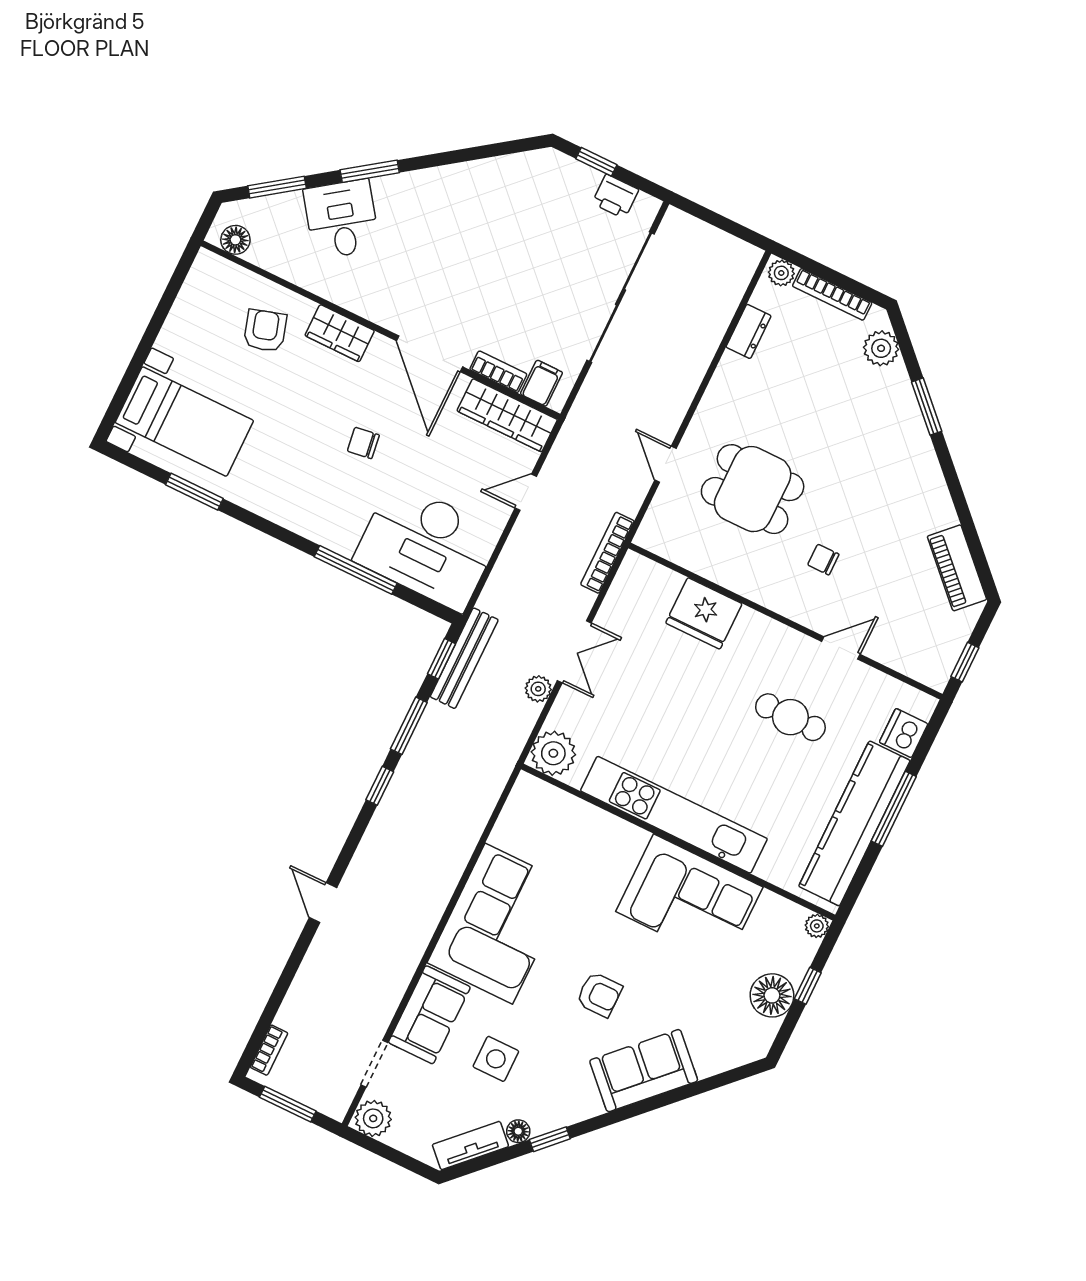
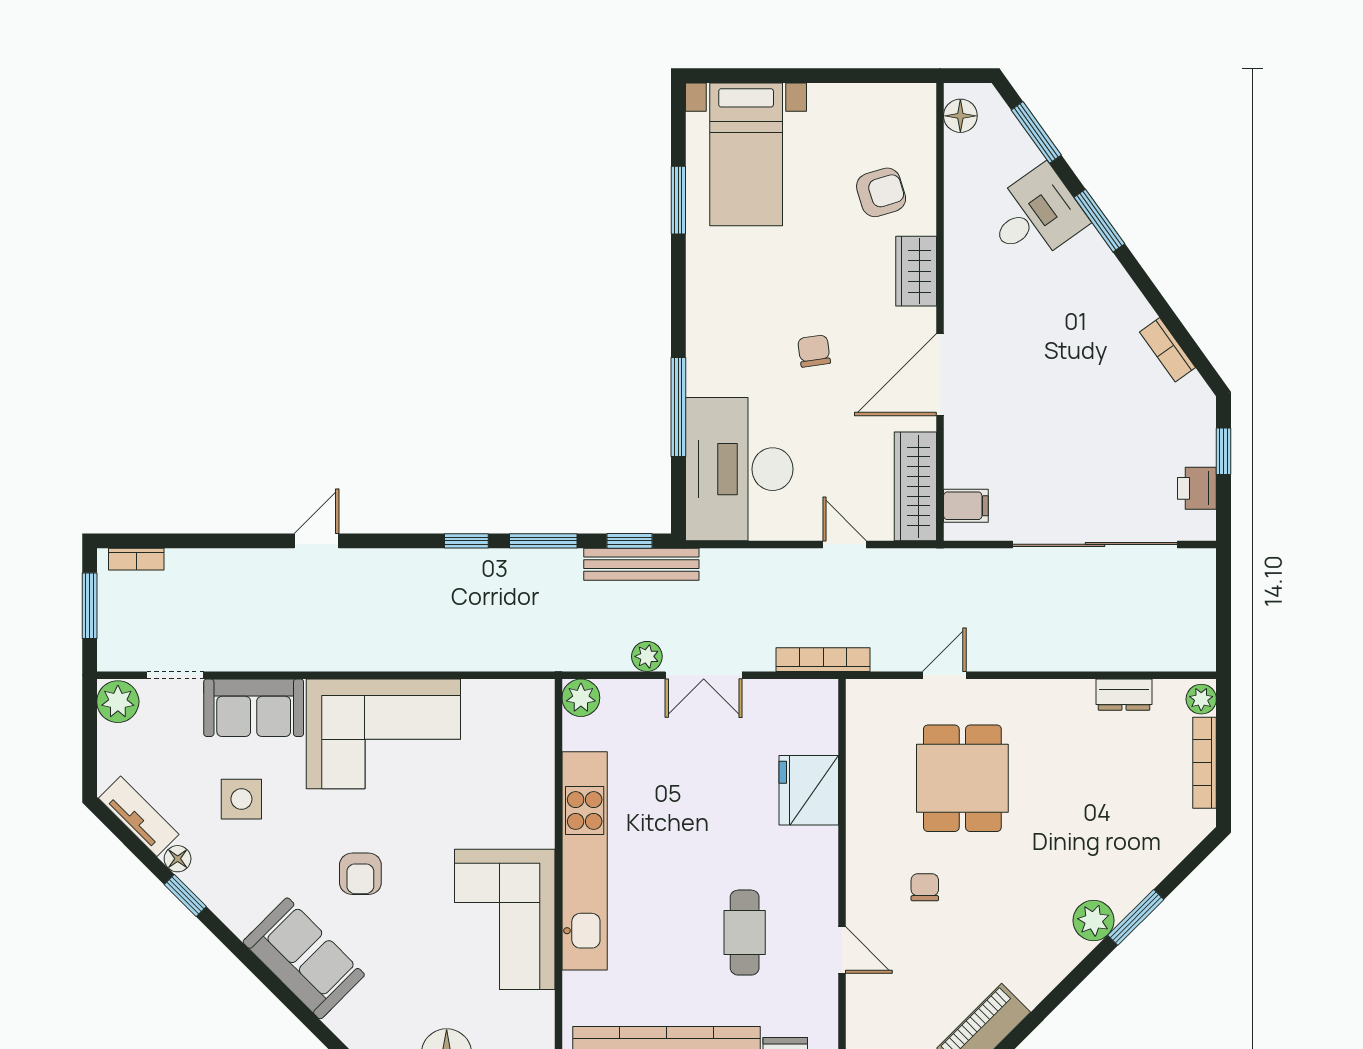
plant: (881, 348) -> (1094, 921), moved
bookcase: (498, 372) -> (1168, 350), moved, turned 144
plant: (553, 753) -> (581, 698), width x0.73, depth x0.73

